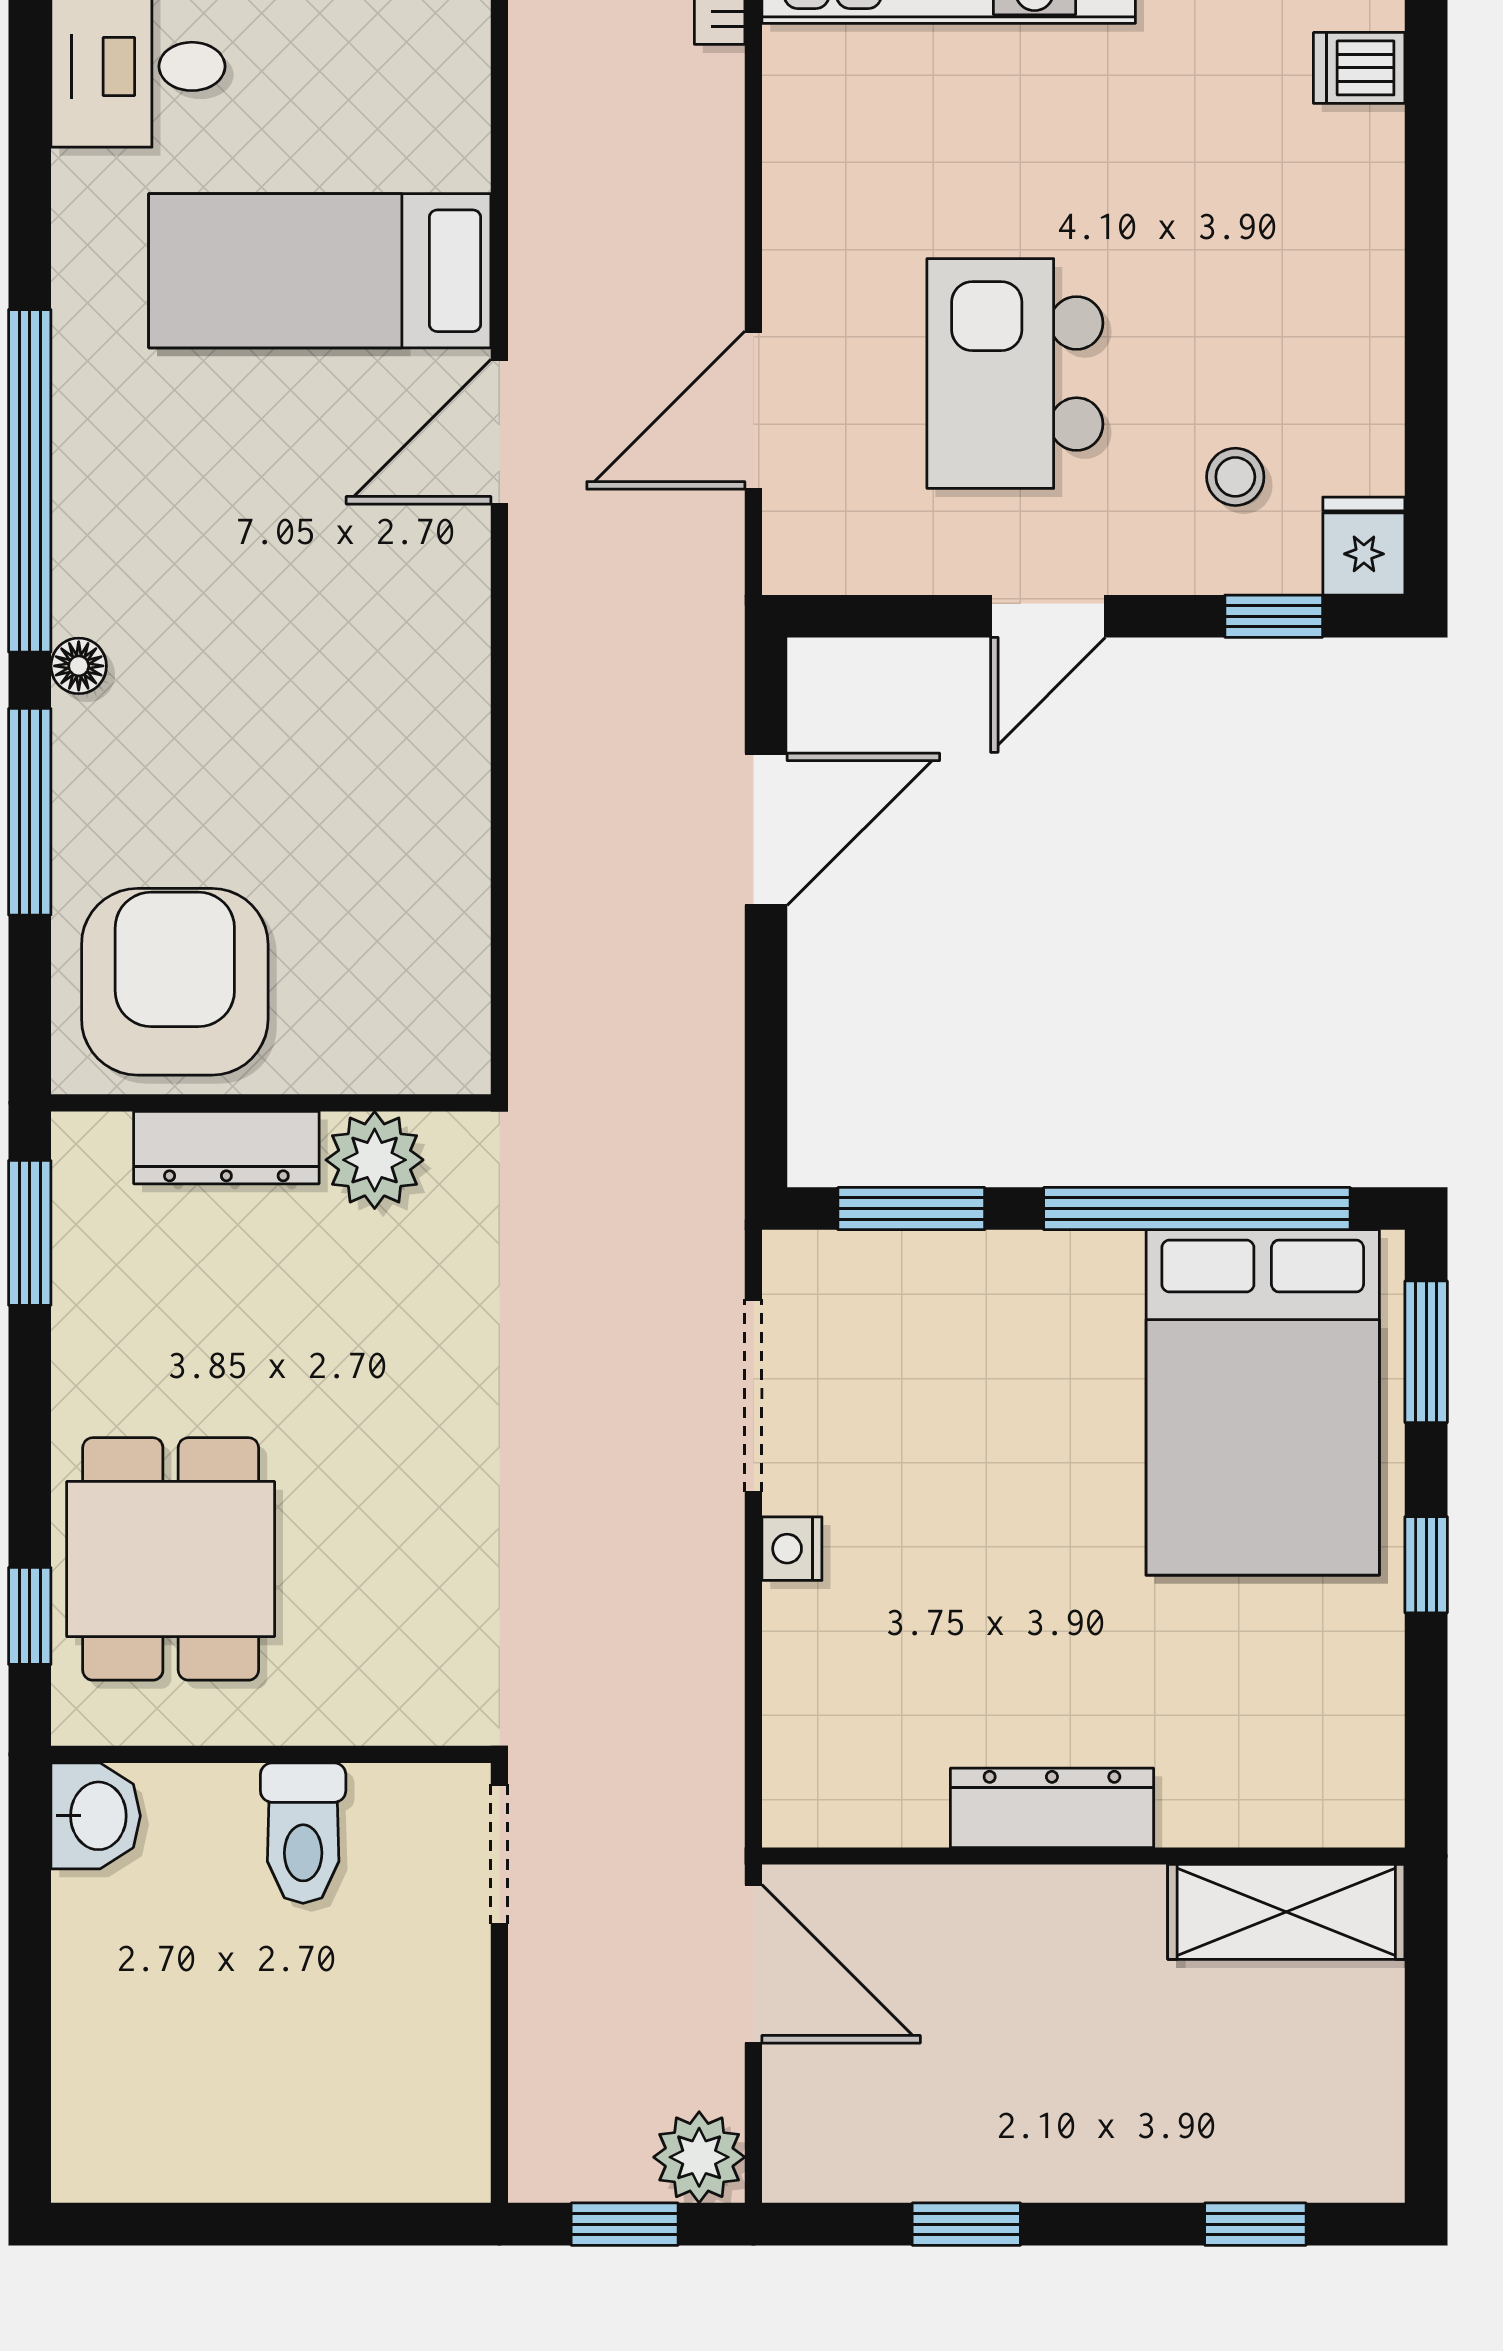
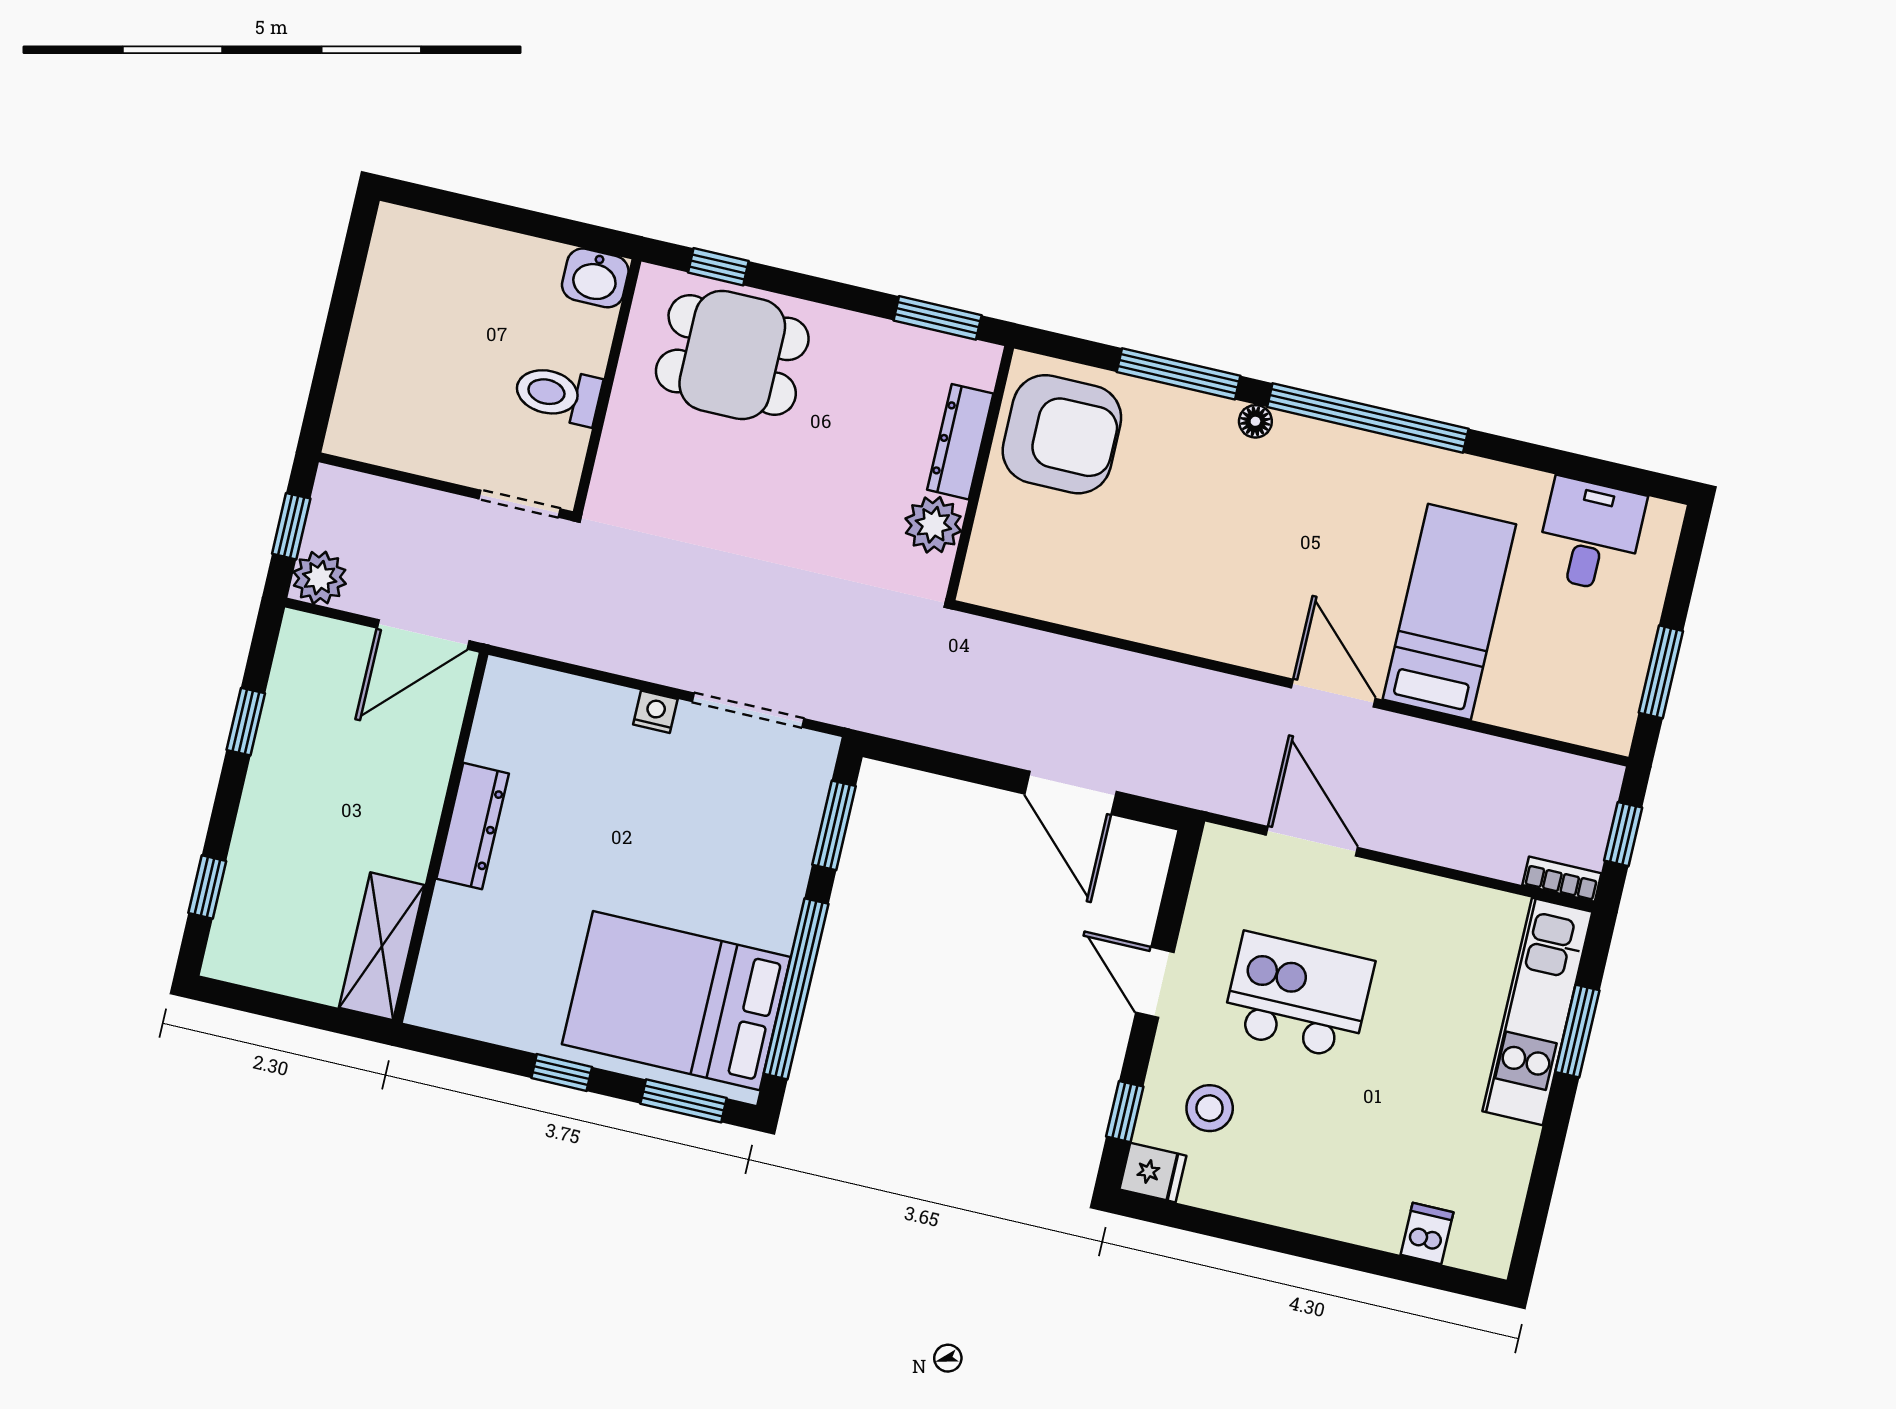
stool: (1235, 477) -> (1210, 1108), width x1.37, depth x1.37

